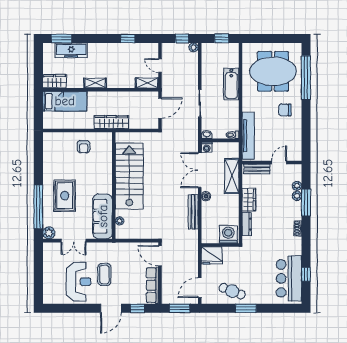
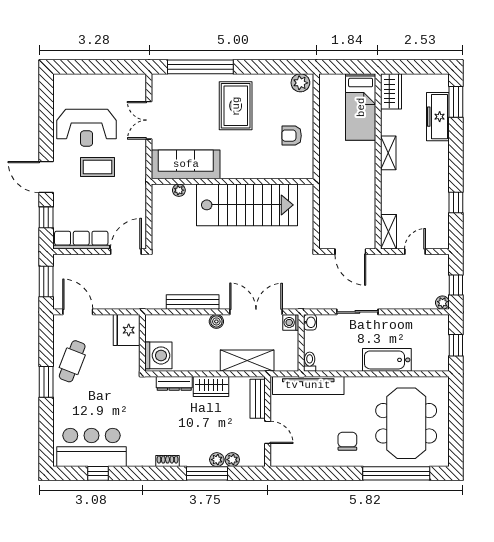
wardrobe: (111, 122) -> (329, 178), removed
rug: (65, 196) -> (236, 106), moved, turned 90
plant: (49, 233) -> (300, 83), moved

